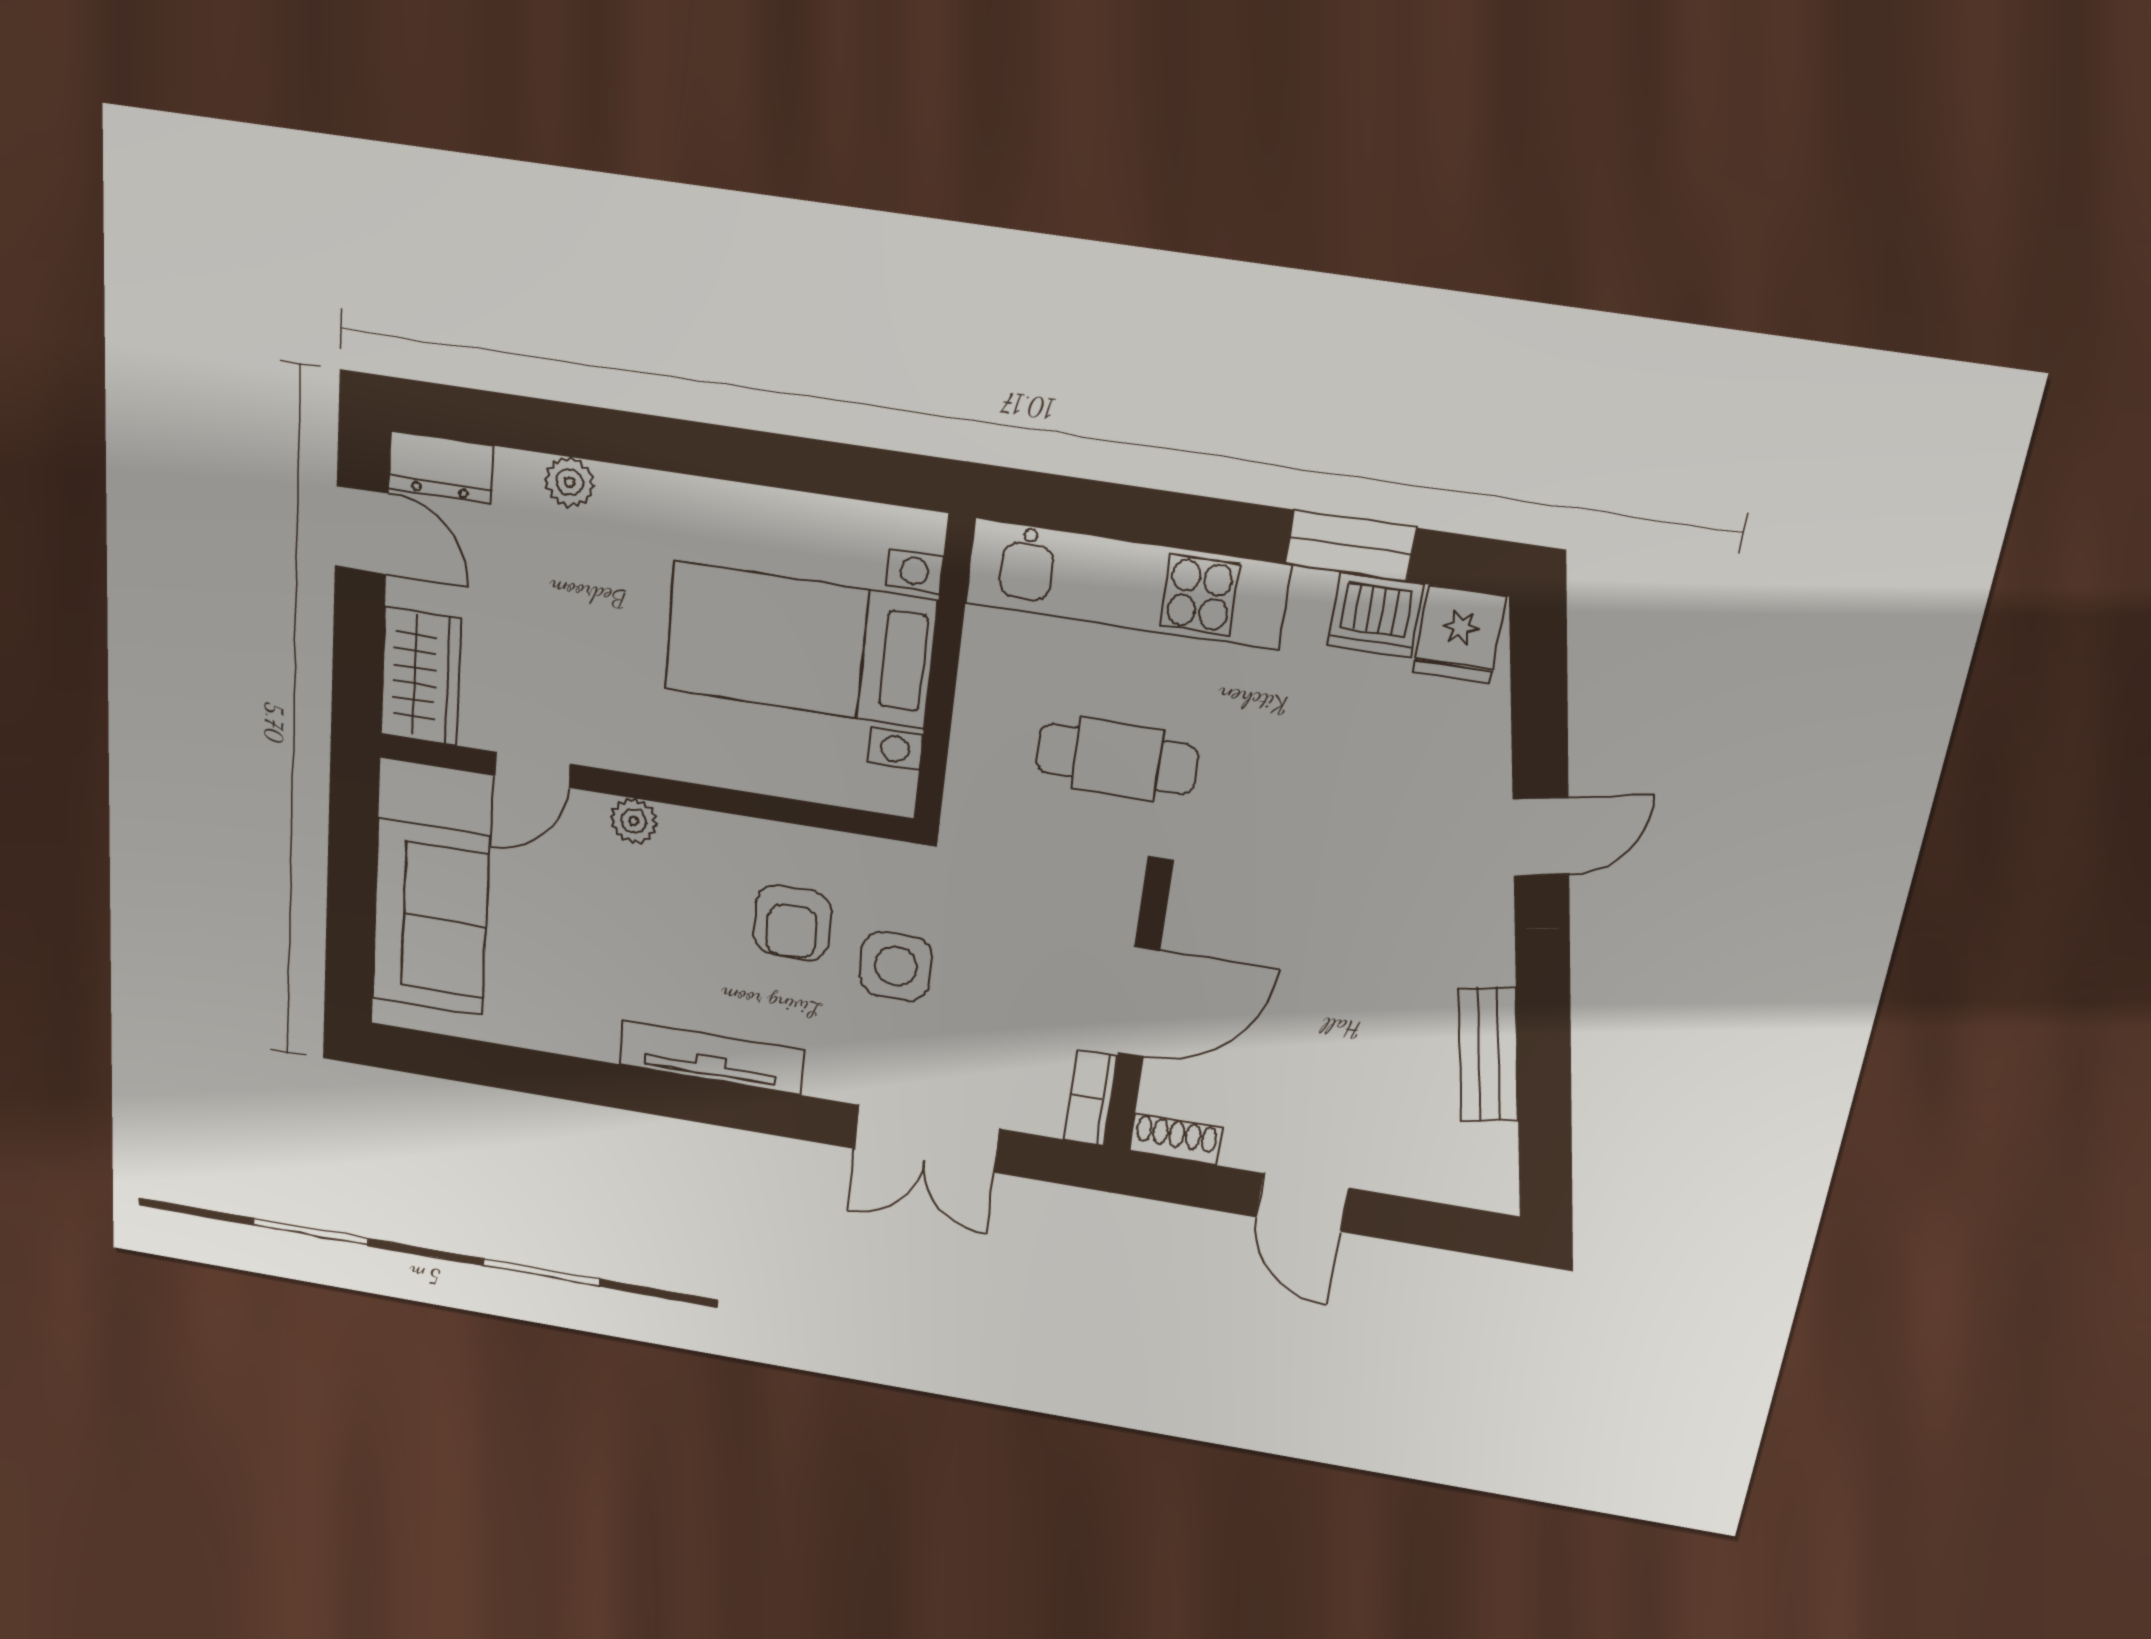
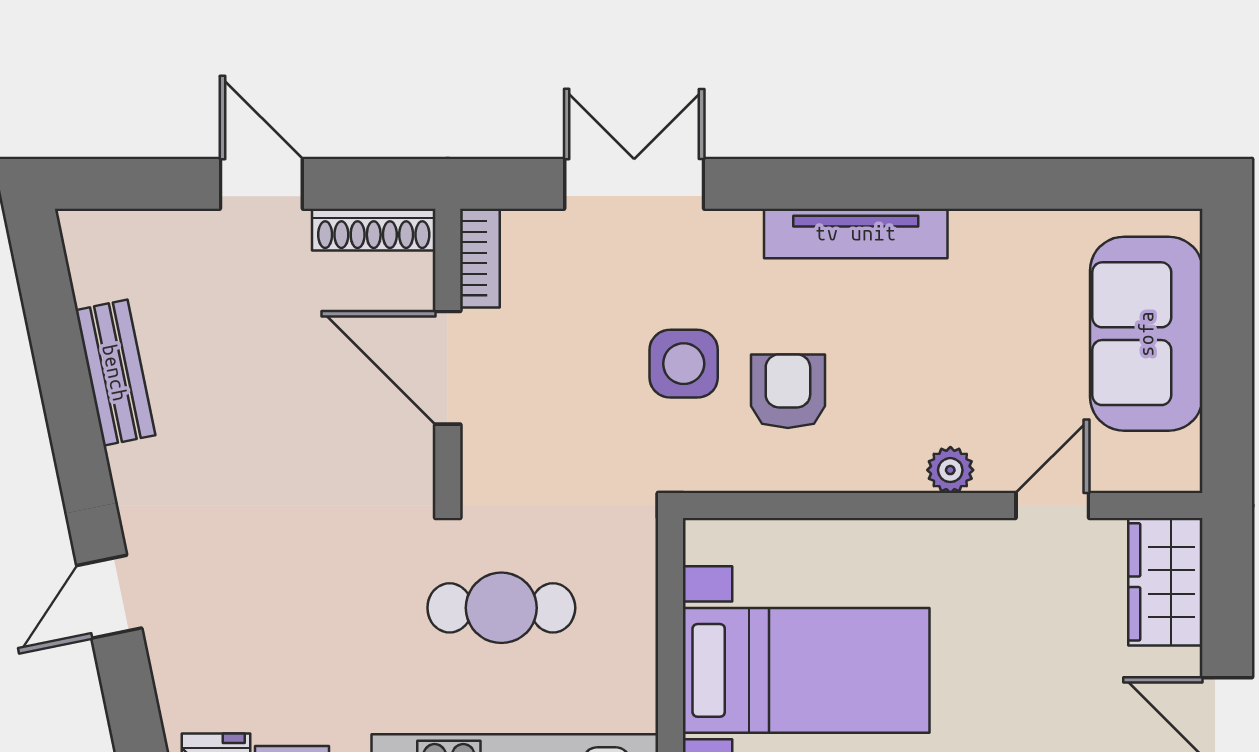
door: (1139, 1002) -> (448, 368), hinge flipped
shoe rack: (1176, 1139) -> (374, 230), width x1.43

